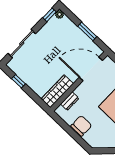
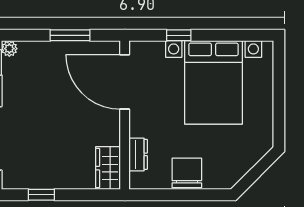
door: (91, 69) -> (125, 82), hinge flipped
wardrobe: (57, 91) -> (108, 168), width x0.67

